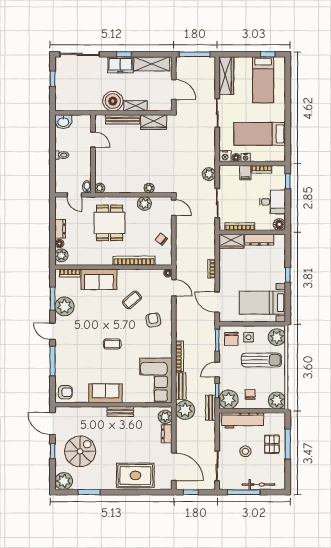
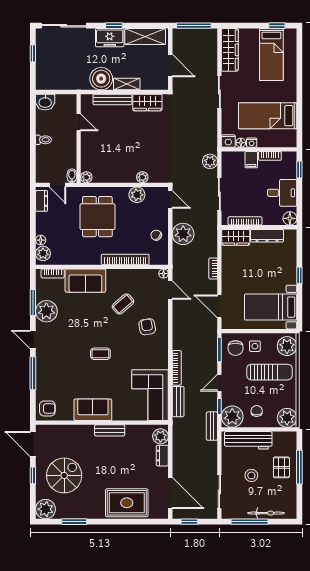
dresser: (60, 229) -> (42, 201), moved
plant: (185, 410) -> (183, 234), moved

